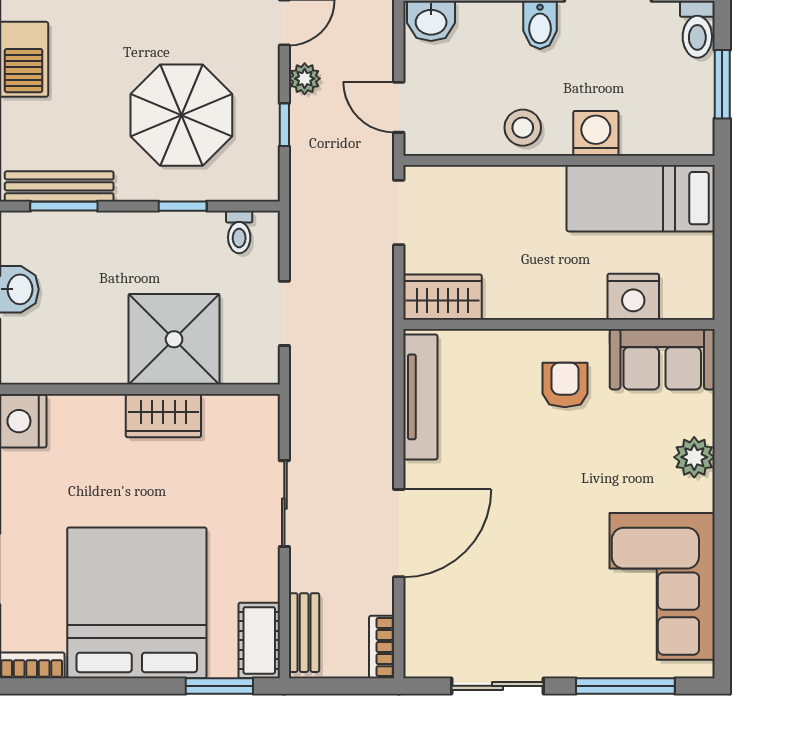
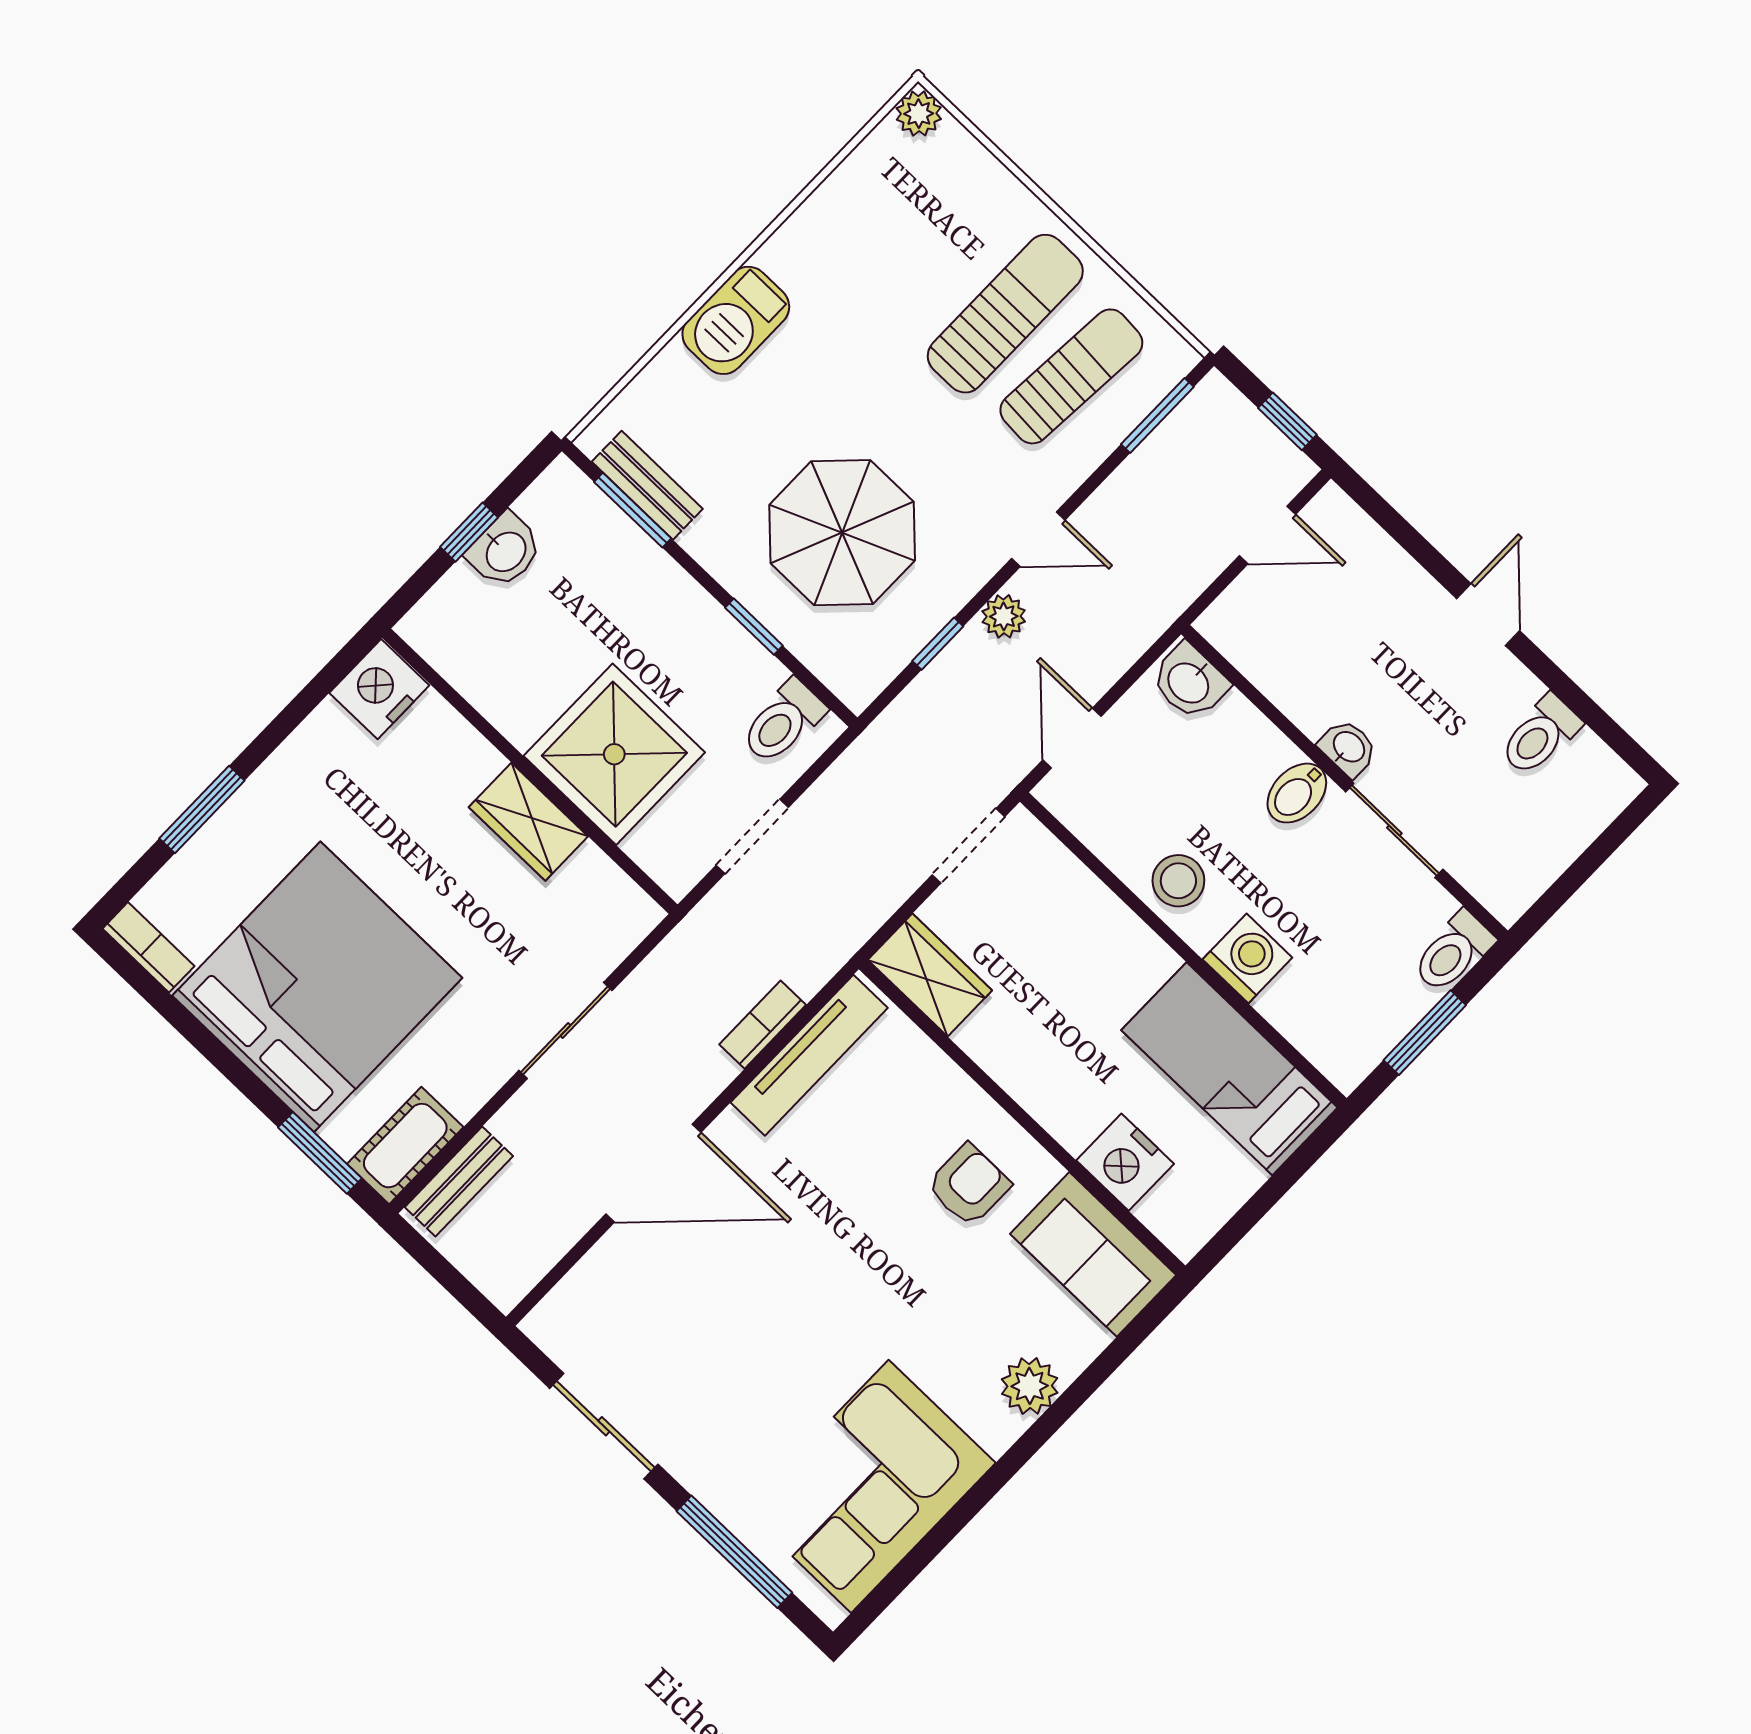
bench: (59, 186) -> (647, 485), width x0.73
toilet: (239, 232) -> (783, 722), width x1.37, depth x1.39
bookcase: (382, 647) -> (763, 1025), moved

